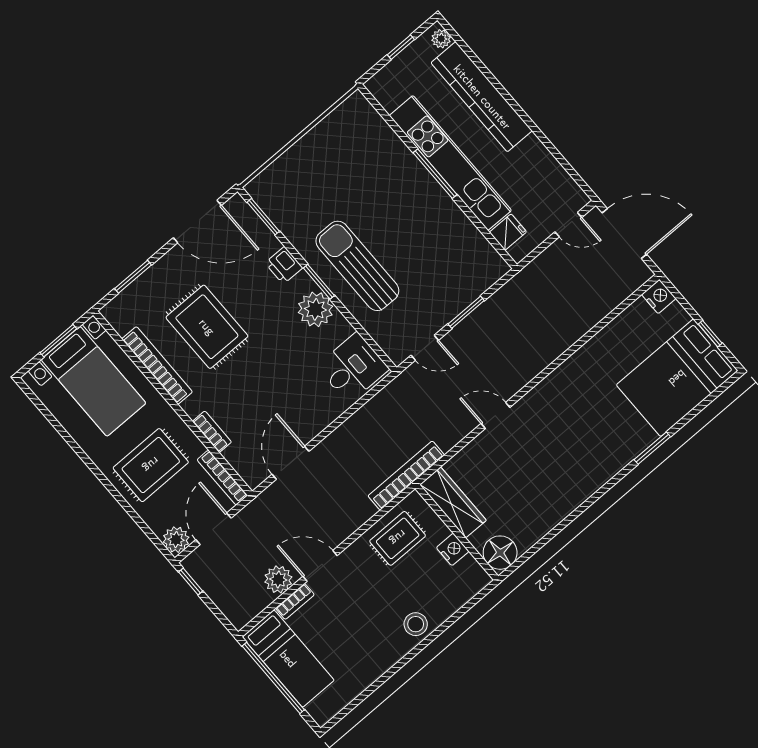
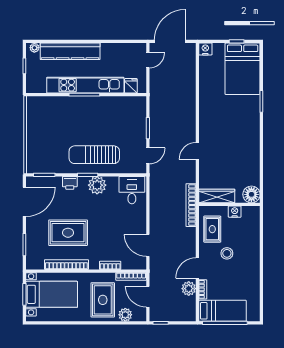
plant: (176, 540) -> (125, 315), moved
stool: (416, 624) -> (227, 253), moved

